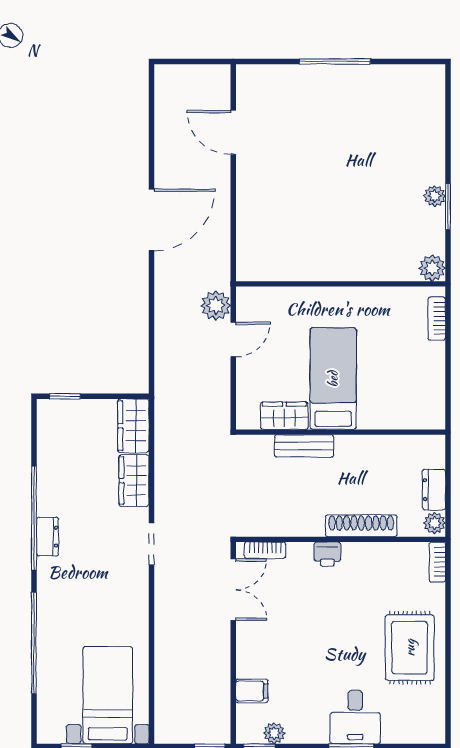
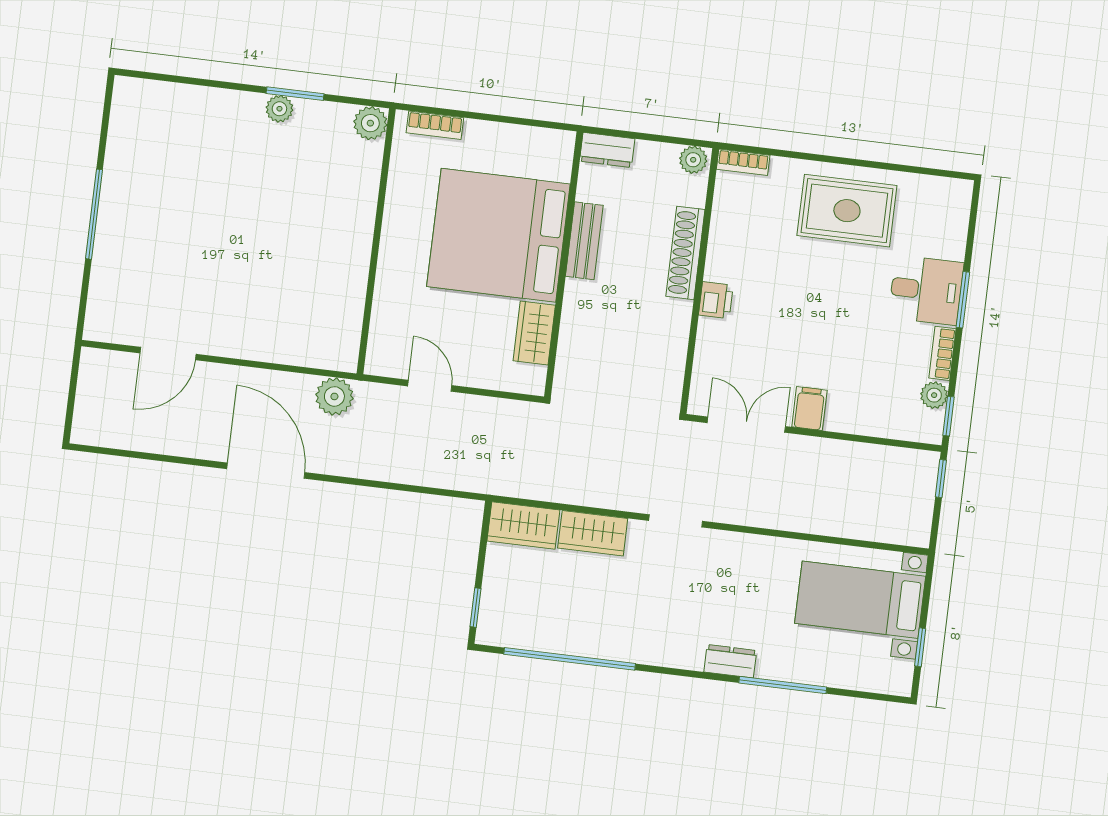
plant: (216, 306) -> (334, 396), moved
bed: (333, 379) -> (498, 235), width x2.04
bench: (304, 446) -> (584, 241), moved
dresser: (434, 490) -> (607, 150), moved
window: (34, 518) -> (570, 659), moved
dresser: (47, 537) -> (730, 661), moved
bookcase: (265, 550) -> (942, 353), moved, turned 180
window: (34, 643) -> (783, 685), width x0.68
filing cabinet: (252, 691) -> (809, 408), moved

